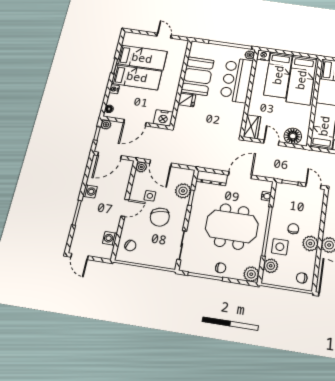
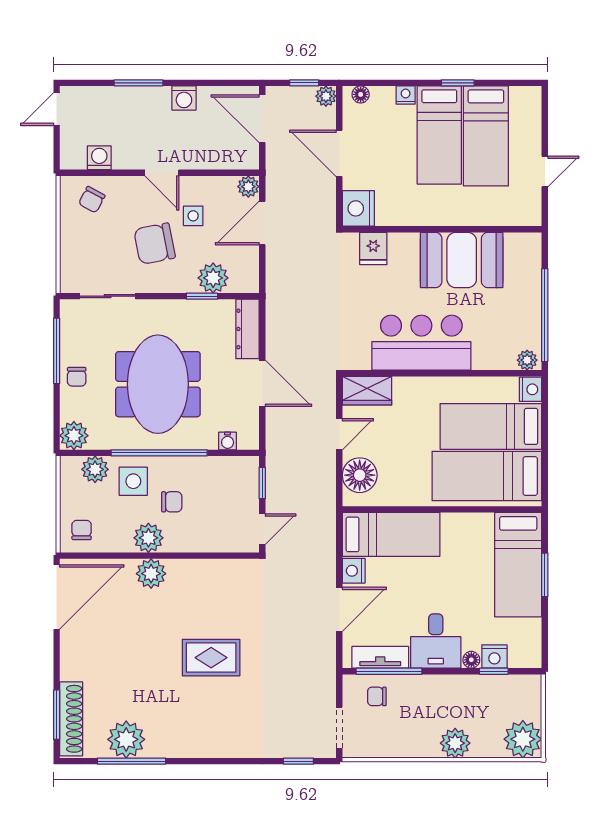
bar counter: (237, 80) -> (421, 343), moved
fridge: (187, 100) -> (373, 249), moved

